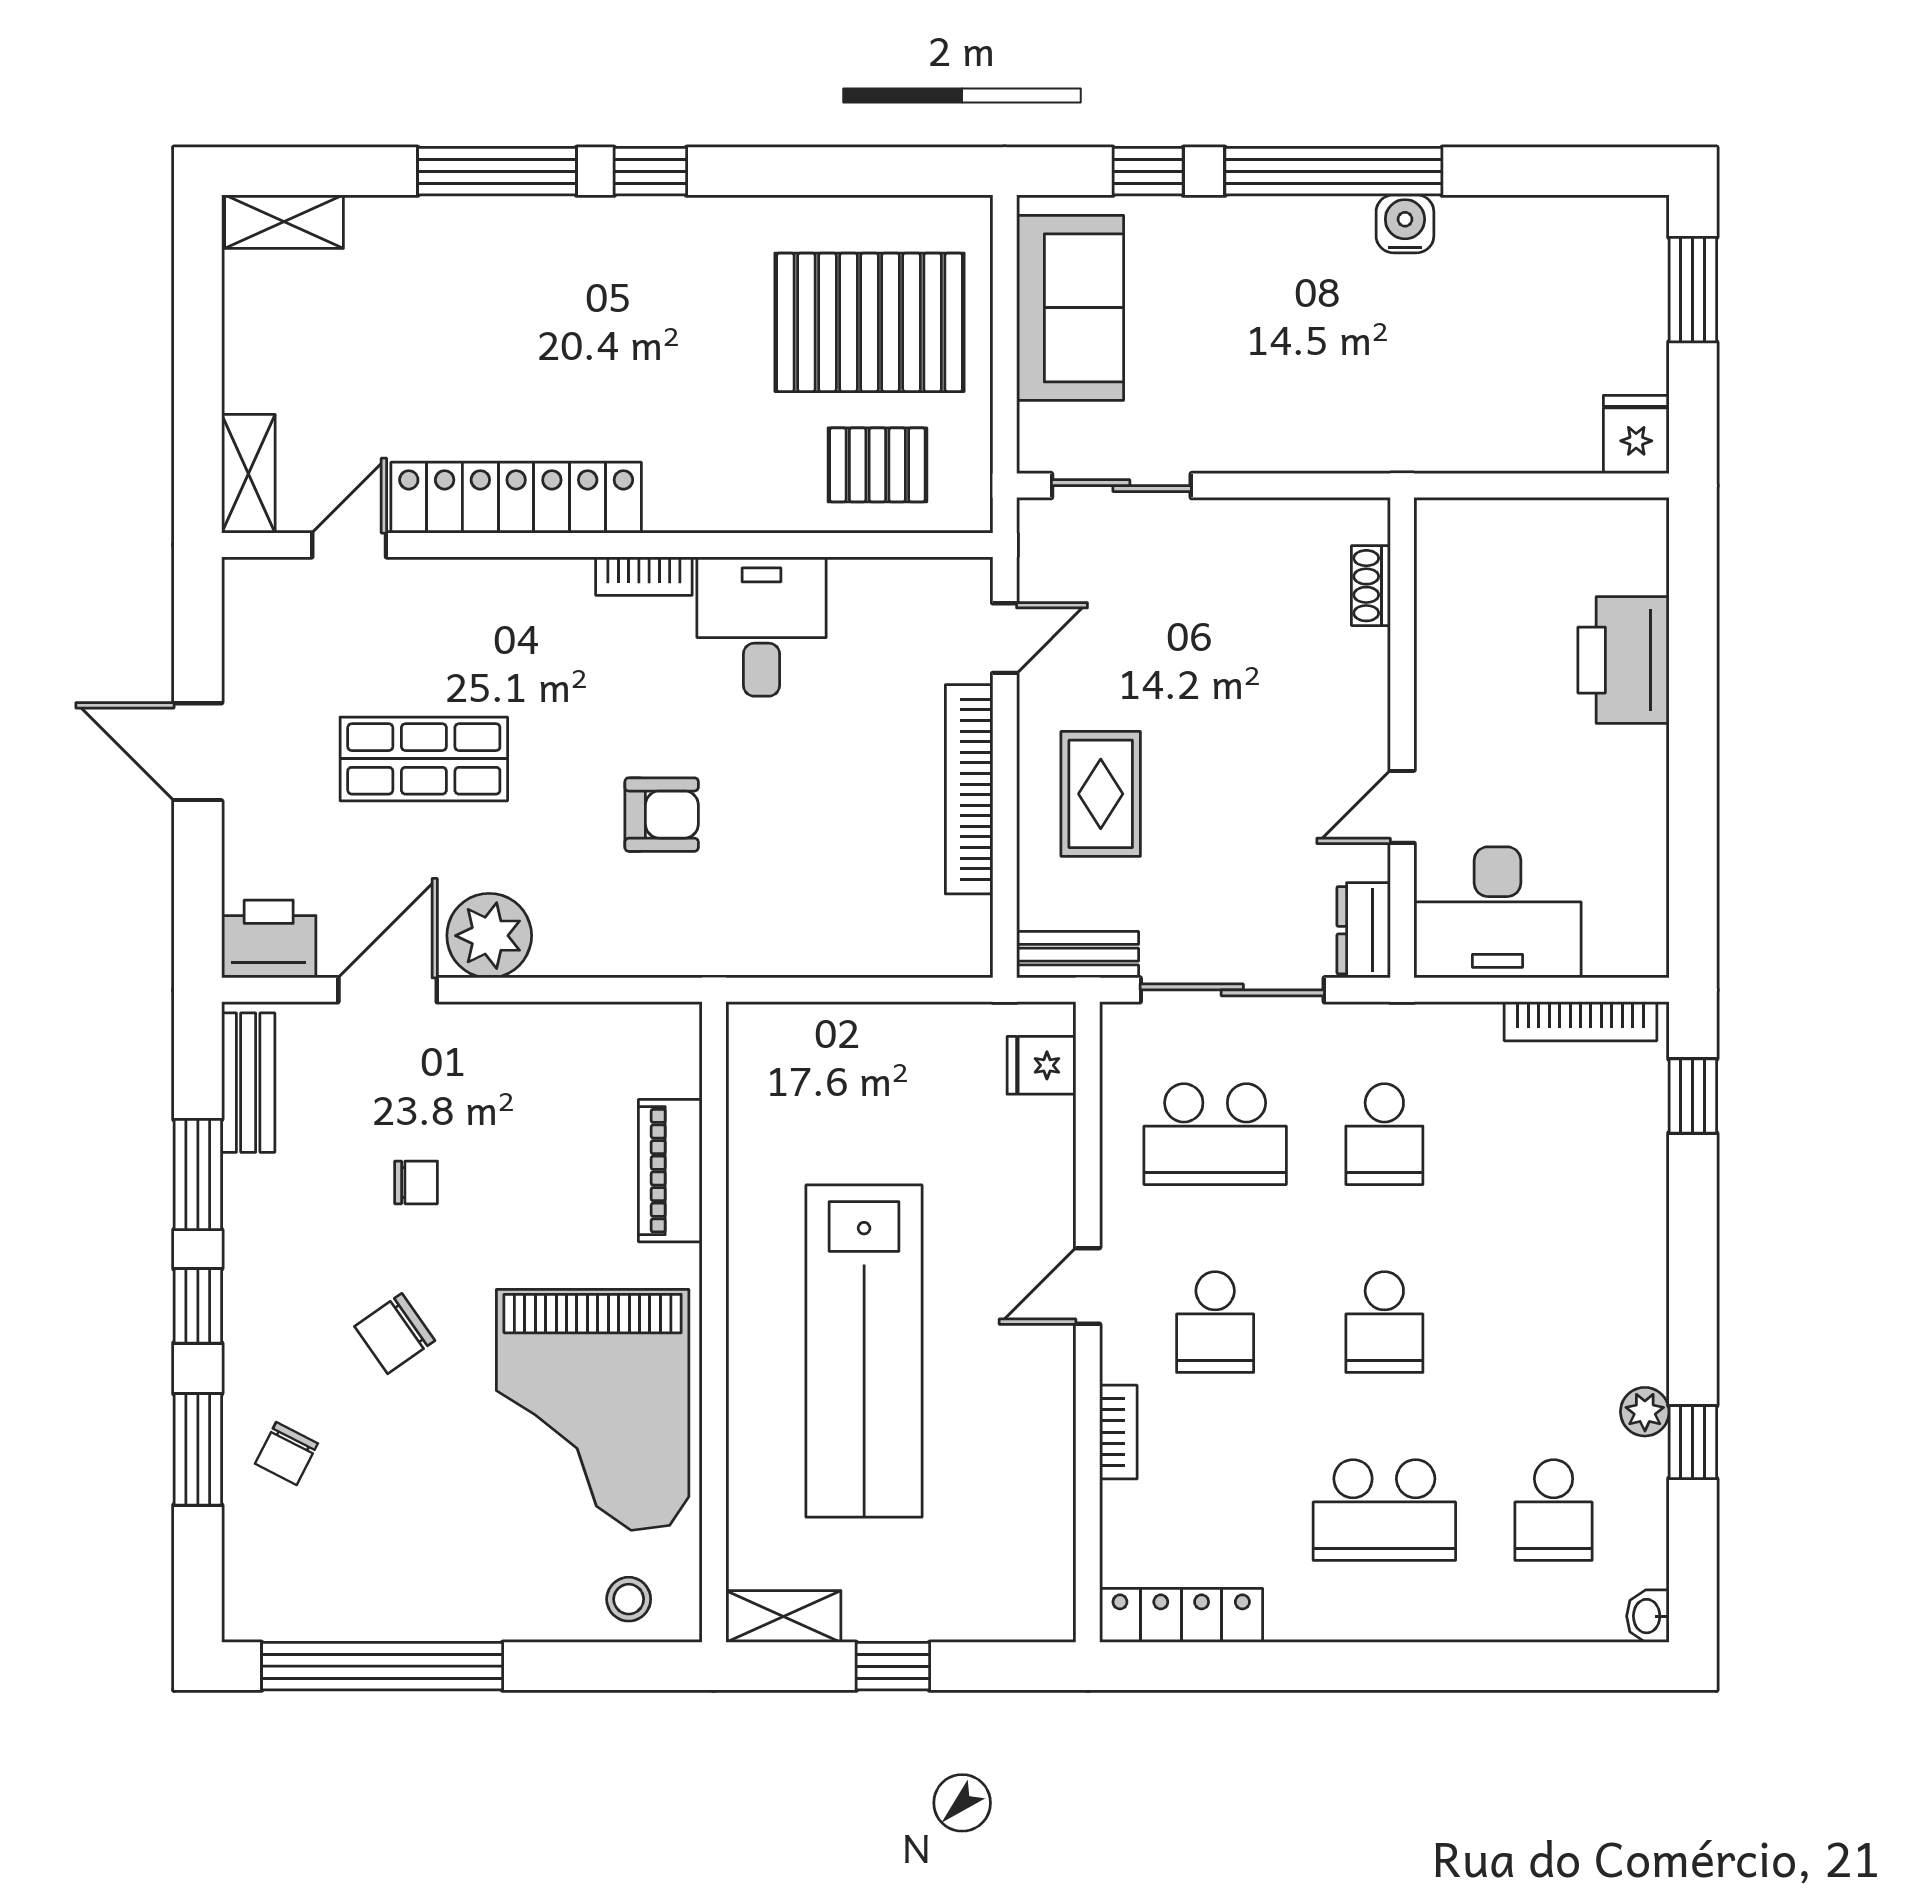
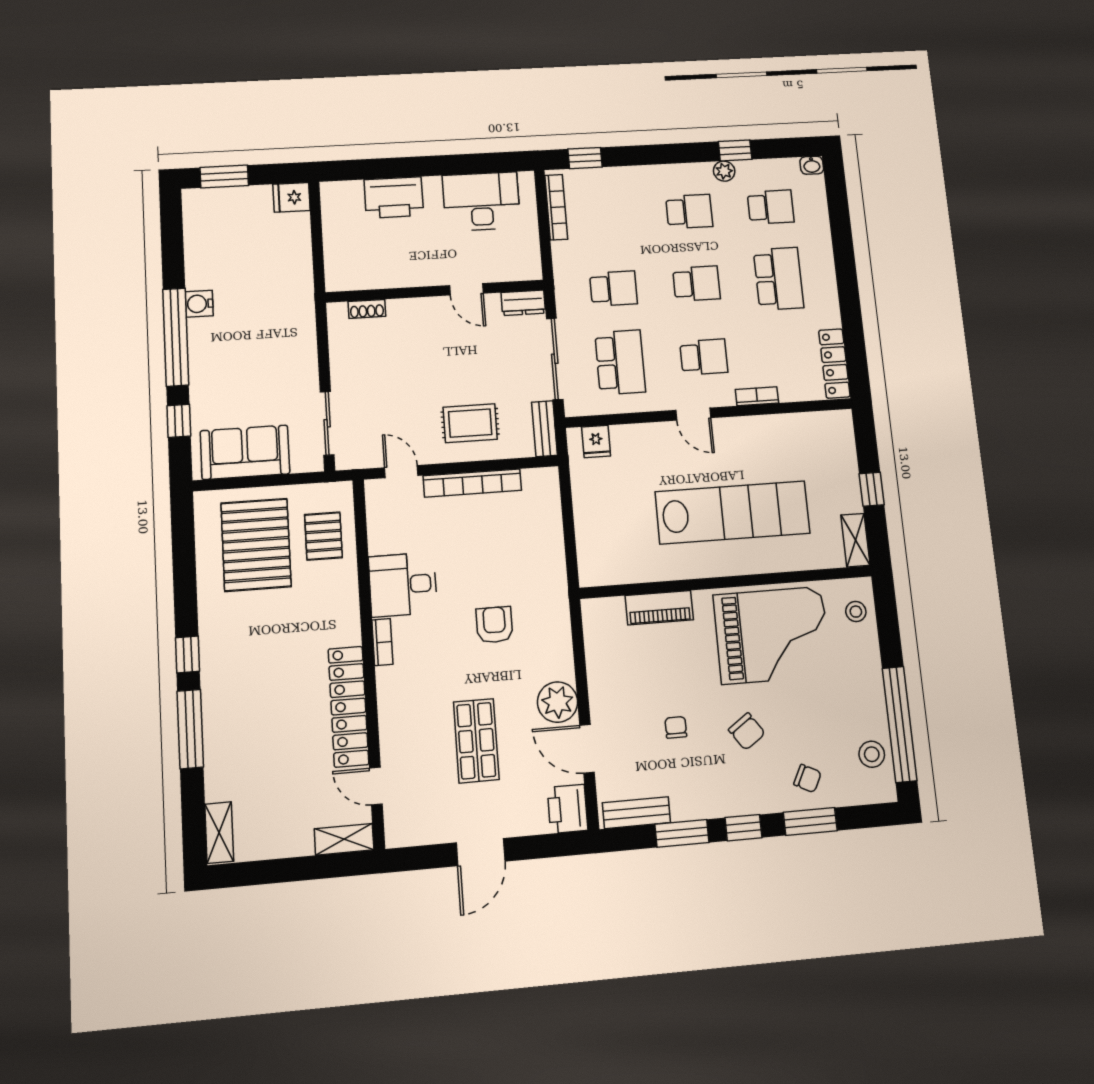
desk: (1498, 912) -> (481, 201), moved, turned -90
school desk: (1554, 1322) -> (689, 211), added
stool: (325, 1598) -> (872, 754), added

